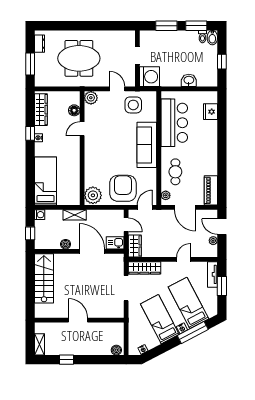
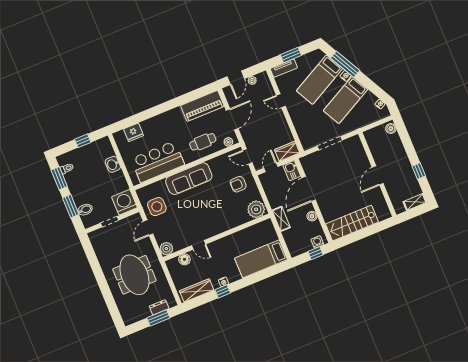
bidet: (212, 38) -> (85, 210), moved
dresser: (40, 44) -> (159, 307), moved
armchair: (123, 188) -> (238, 184), width x0.53, depth x0.53
piano: (211, 190) -> (202, 106), width x1.37, depth x1.33
washing machine: (40, 215) -> (317, 242), moved
wardrobe: (144, 268) -> (304, 134), removed

